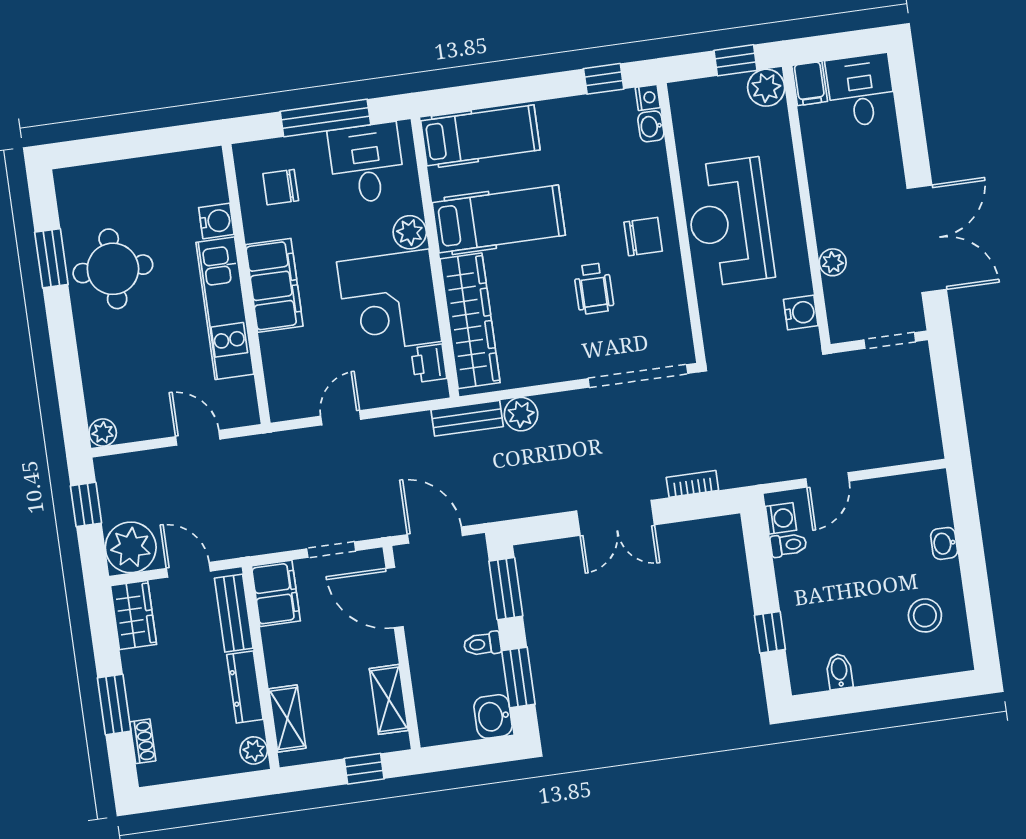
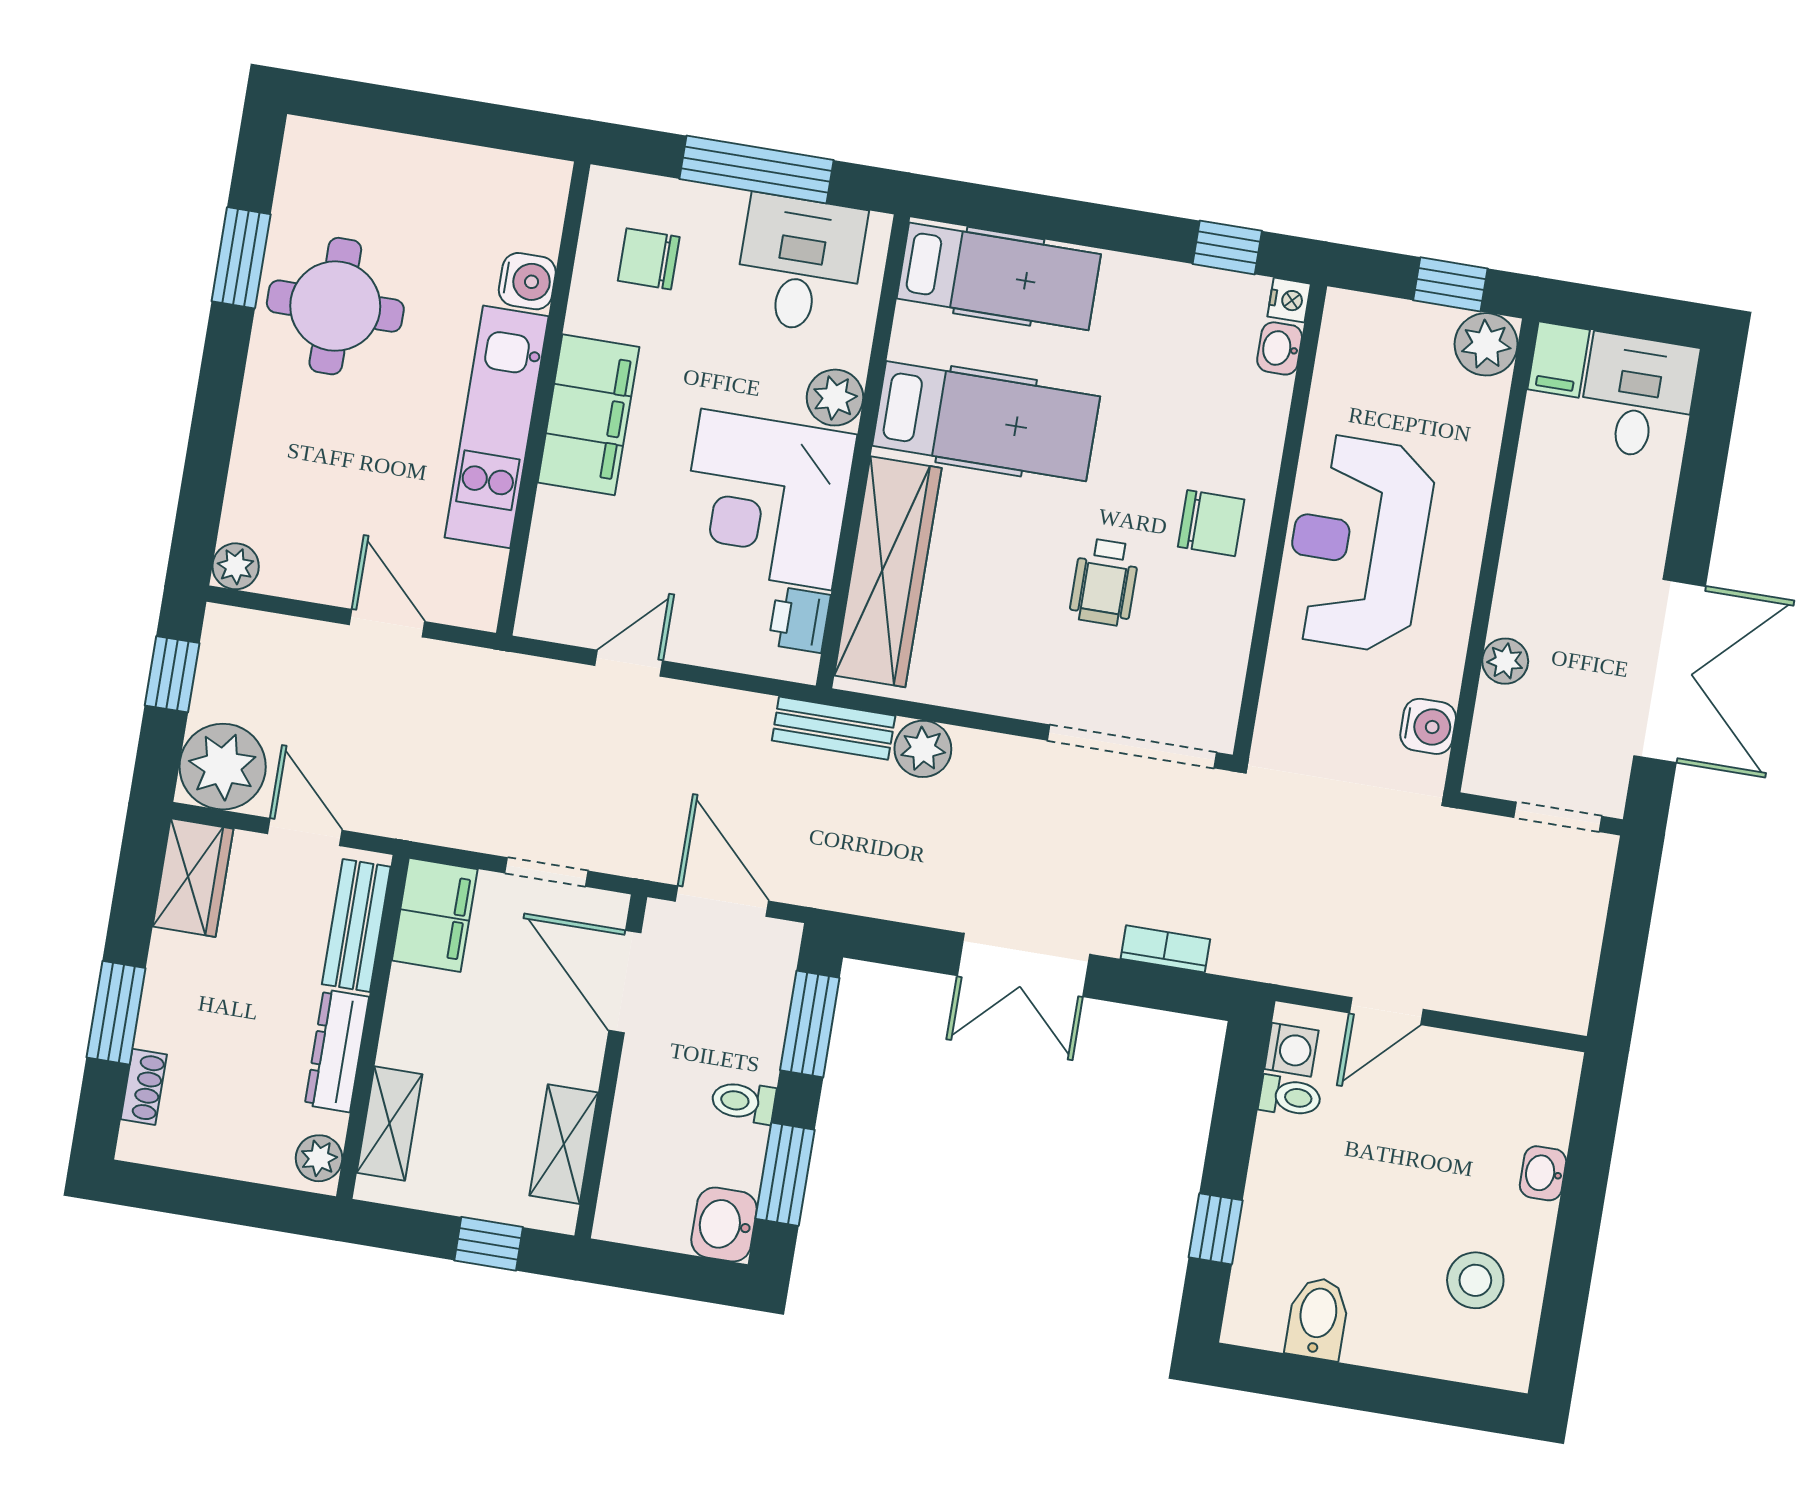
bidet: (839, 671) -> (1317, 1318), width x1.38, depth x1.36

